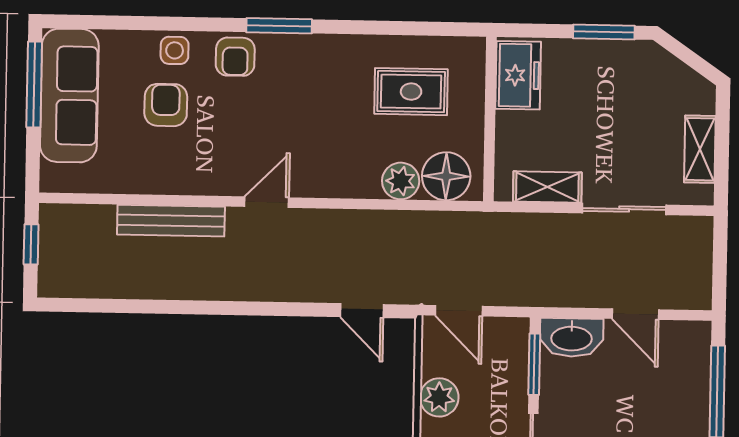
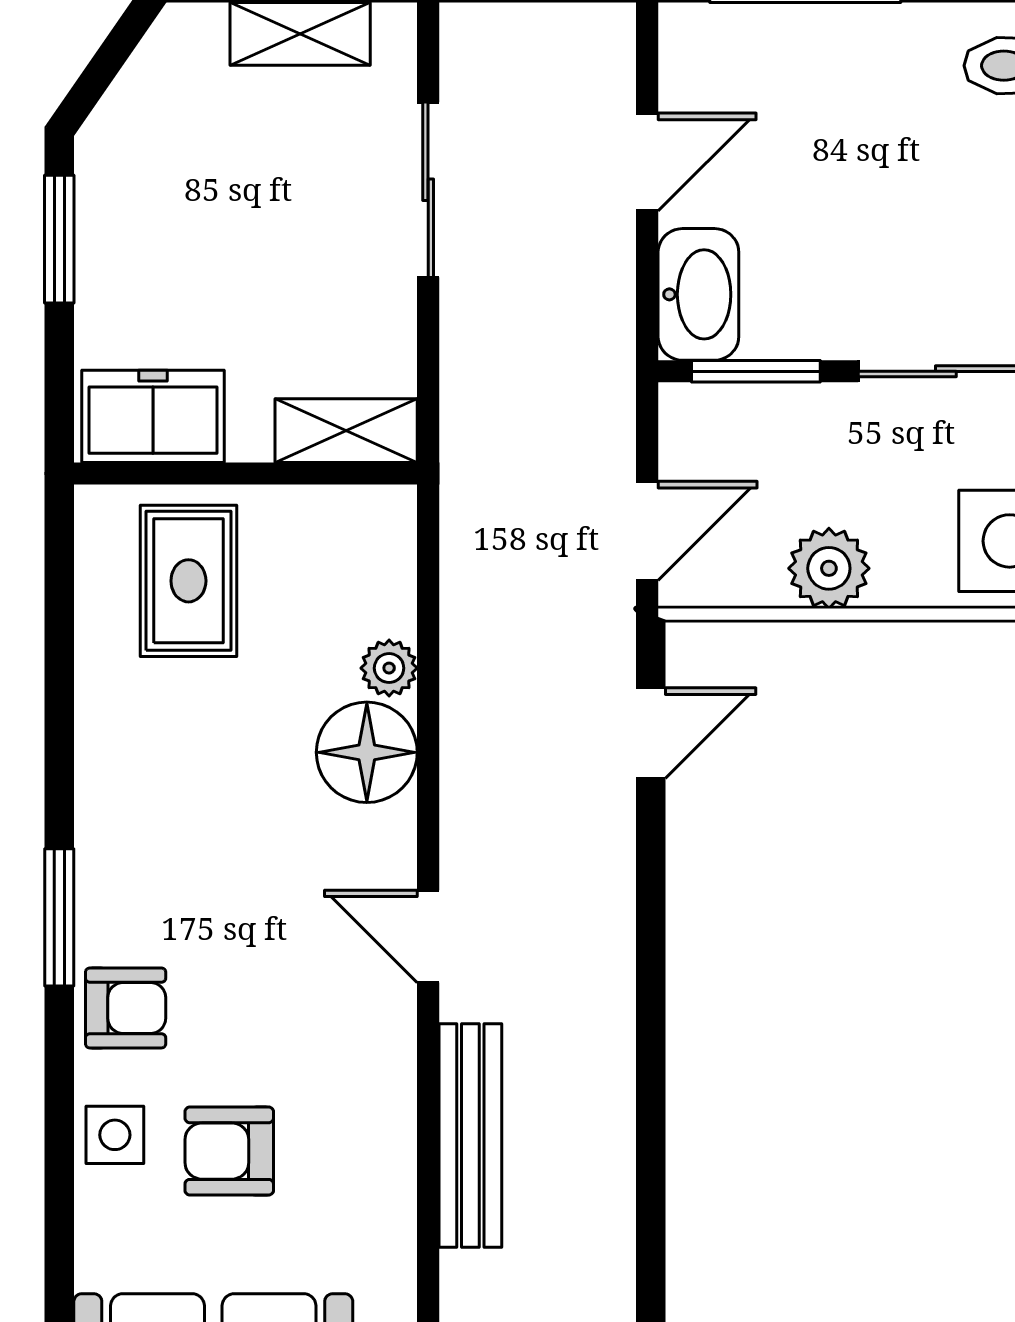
rug: (411, 92) -> (188, 581), moved
floor lamp: (446, 176) -> (367, 752), moved
plant: (401, 181) -> (389, 668), width x0.73, depth x0.73
shelving: (547, 187) -> (346, 431), moved, turned 90

